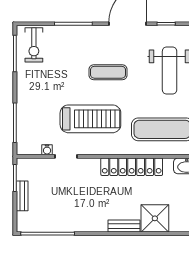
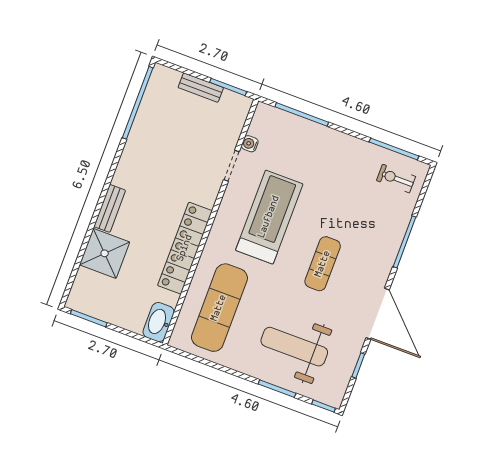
exercise bike: (34, 45) -> (396, 178), width x0.73, depth x0.72
treadmill: (90, 119) -> (269, 217), turned 180

